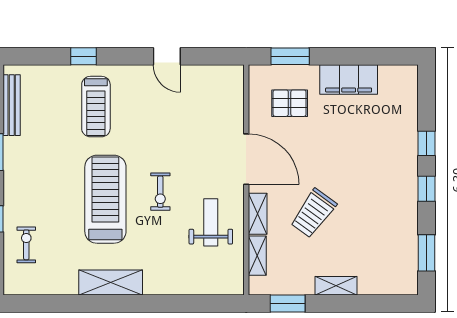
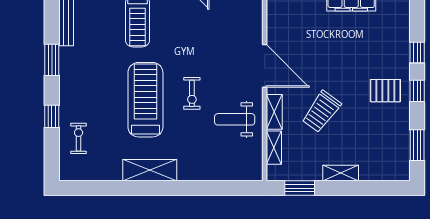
pallet: (290, 103) -> (385, 91), moved
weight bench: (211, 222) -> (235, 119), turned -90

